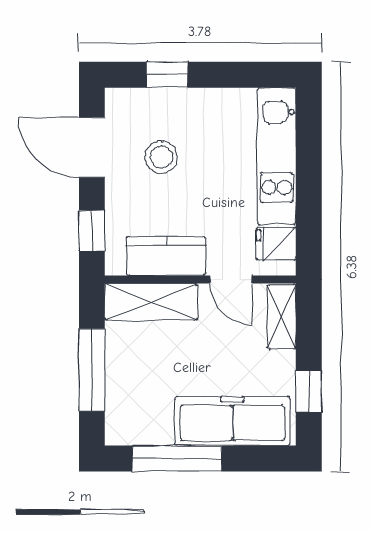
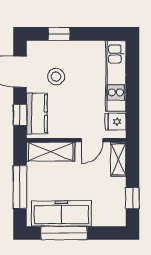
kitchen counter: (166, 256) -> (37, 114), moved, turned 90
door: (231, 279) -> (92, 140), hinge flipped
freezer: (232, 421) -> (61, 213), moved

